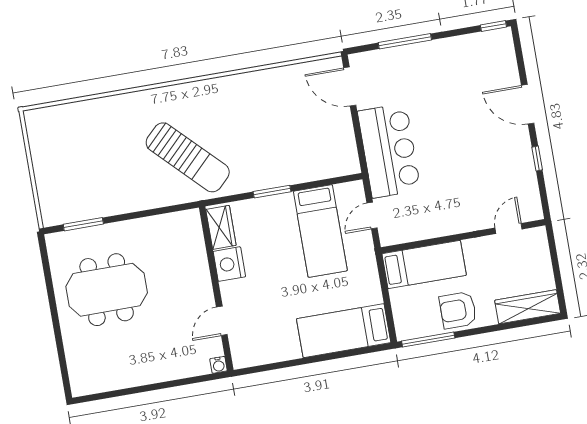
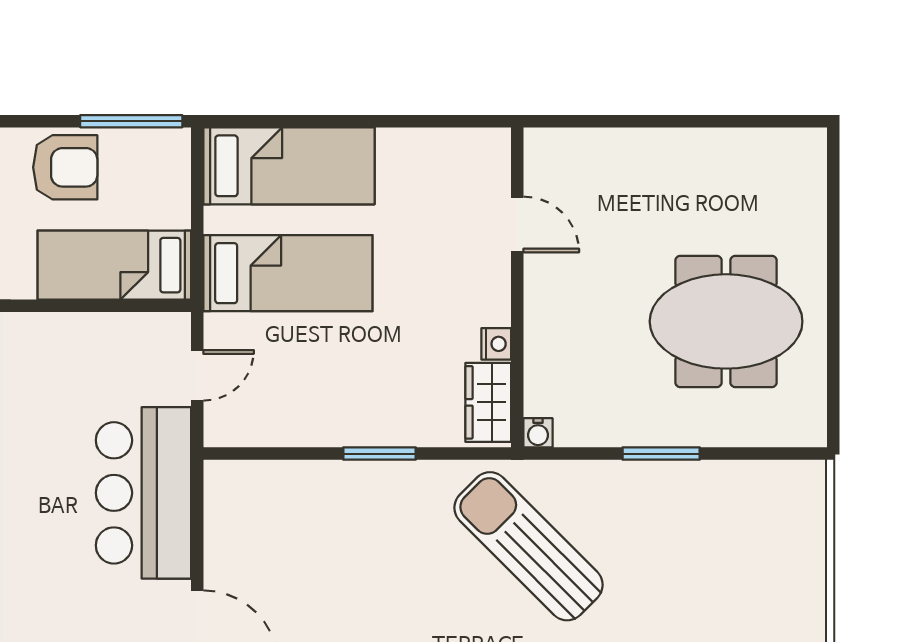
window: (83, 224) -> (661, 454), moved
bed: (320, 231) -> (288, 273), moved, turned 90
nightstand: (229, 264) -> (496, 344), width x0.53, depth x0.56
door: (222, 321) -> (517, 224), hinge flipped
water cooler: (219, 365) -> (538, 433), moved, turned 180

